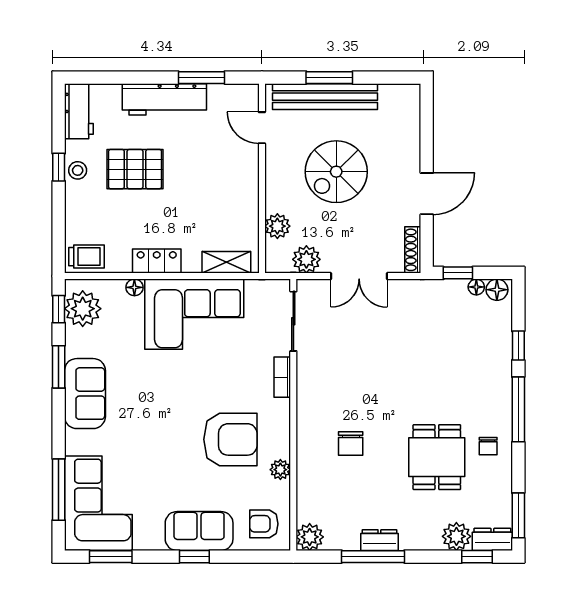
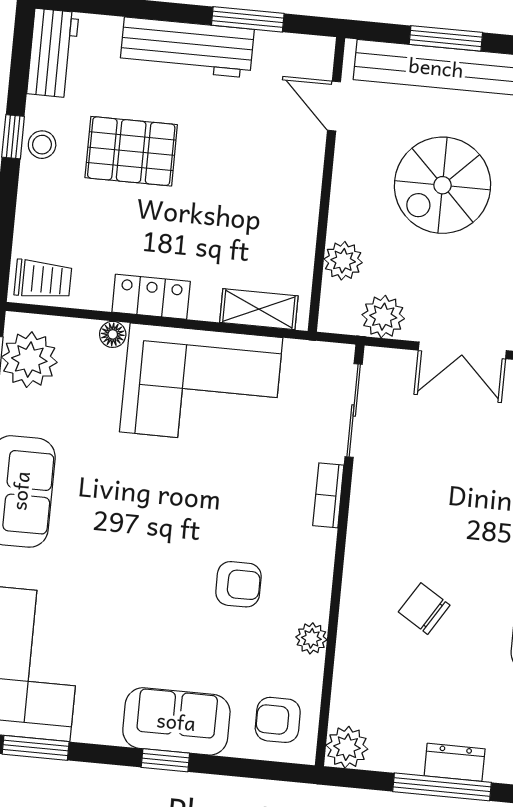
armchair: (230, 439) -> (238, 584), width x0.53, depth x0.53
chair: (351, 444) -> (424, 609), turned 122

